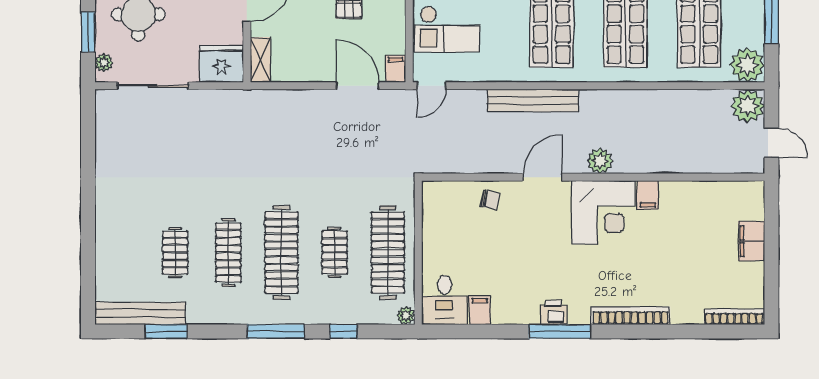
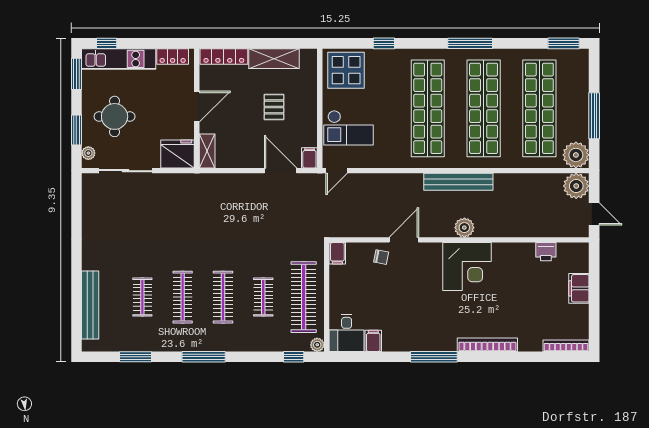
bench: (533, 100) -> (458, 182), moved
door: (543, 177) -> (404, 240), moved
filing cabinet: (648, 195) -> (337, 253), moved
clothes rail: (281, 253) -> (223, 297), width x0.73, depth x0.76
bench: (140, 313) -> (90, 305), moved, turned 90
printer: (553, 313) -> (546, 252), moved, turned 180
window: (276, 331) -> (204, 357), moved
window: (344, 331) -> (294, 357), moved

